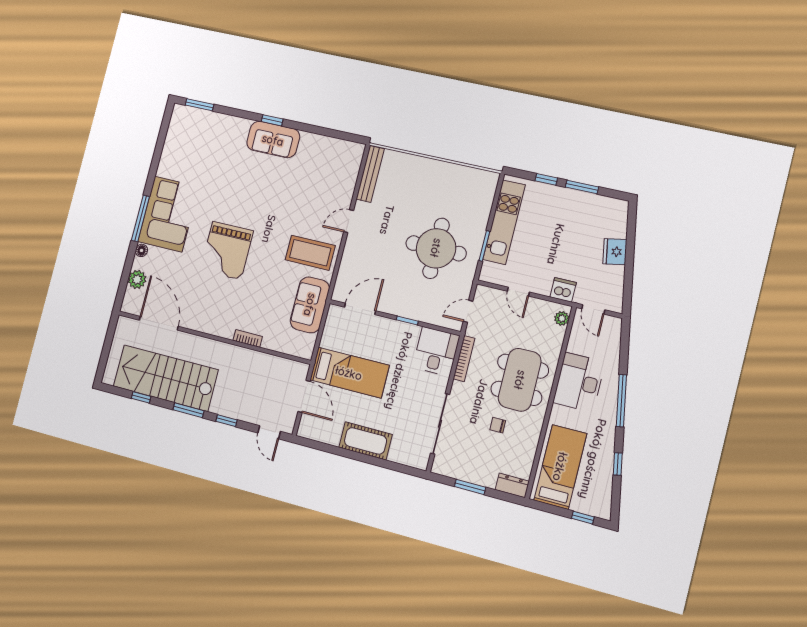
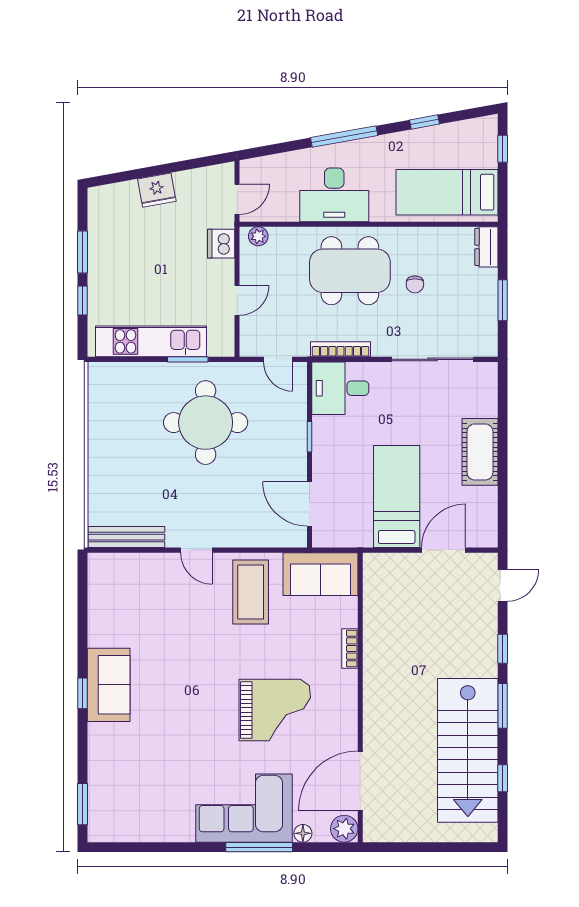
door: (159, 323) -> (360, 781), moved
wall: (213, 337) -> (360, 697), moved
bookcase: (248, 338) -> (350, 649), moved

